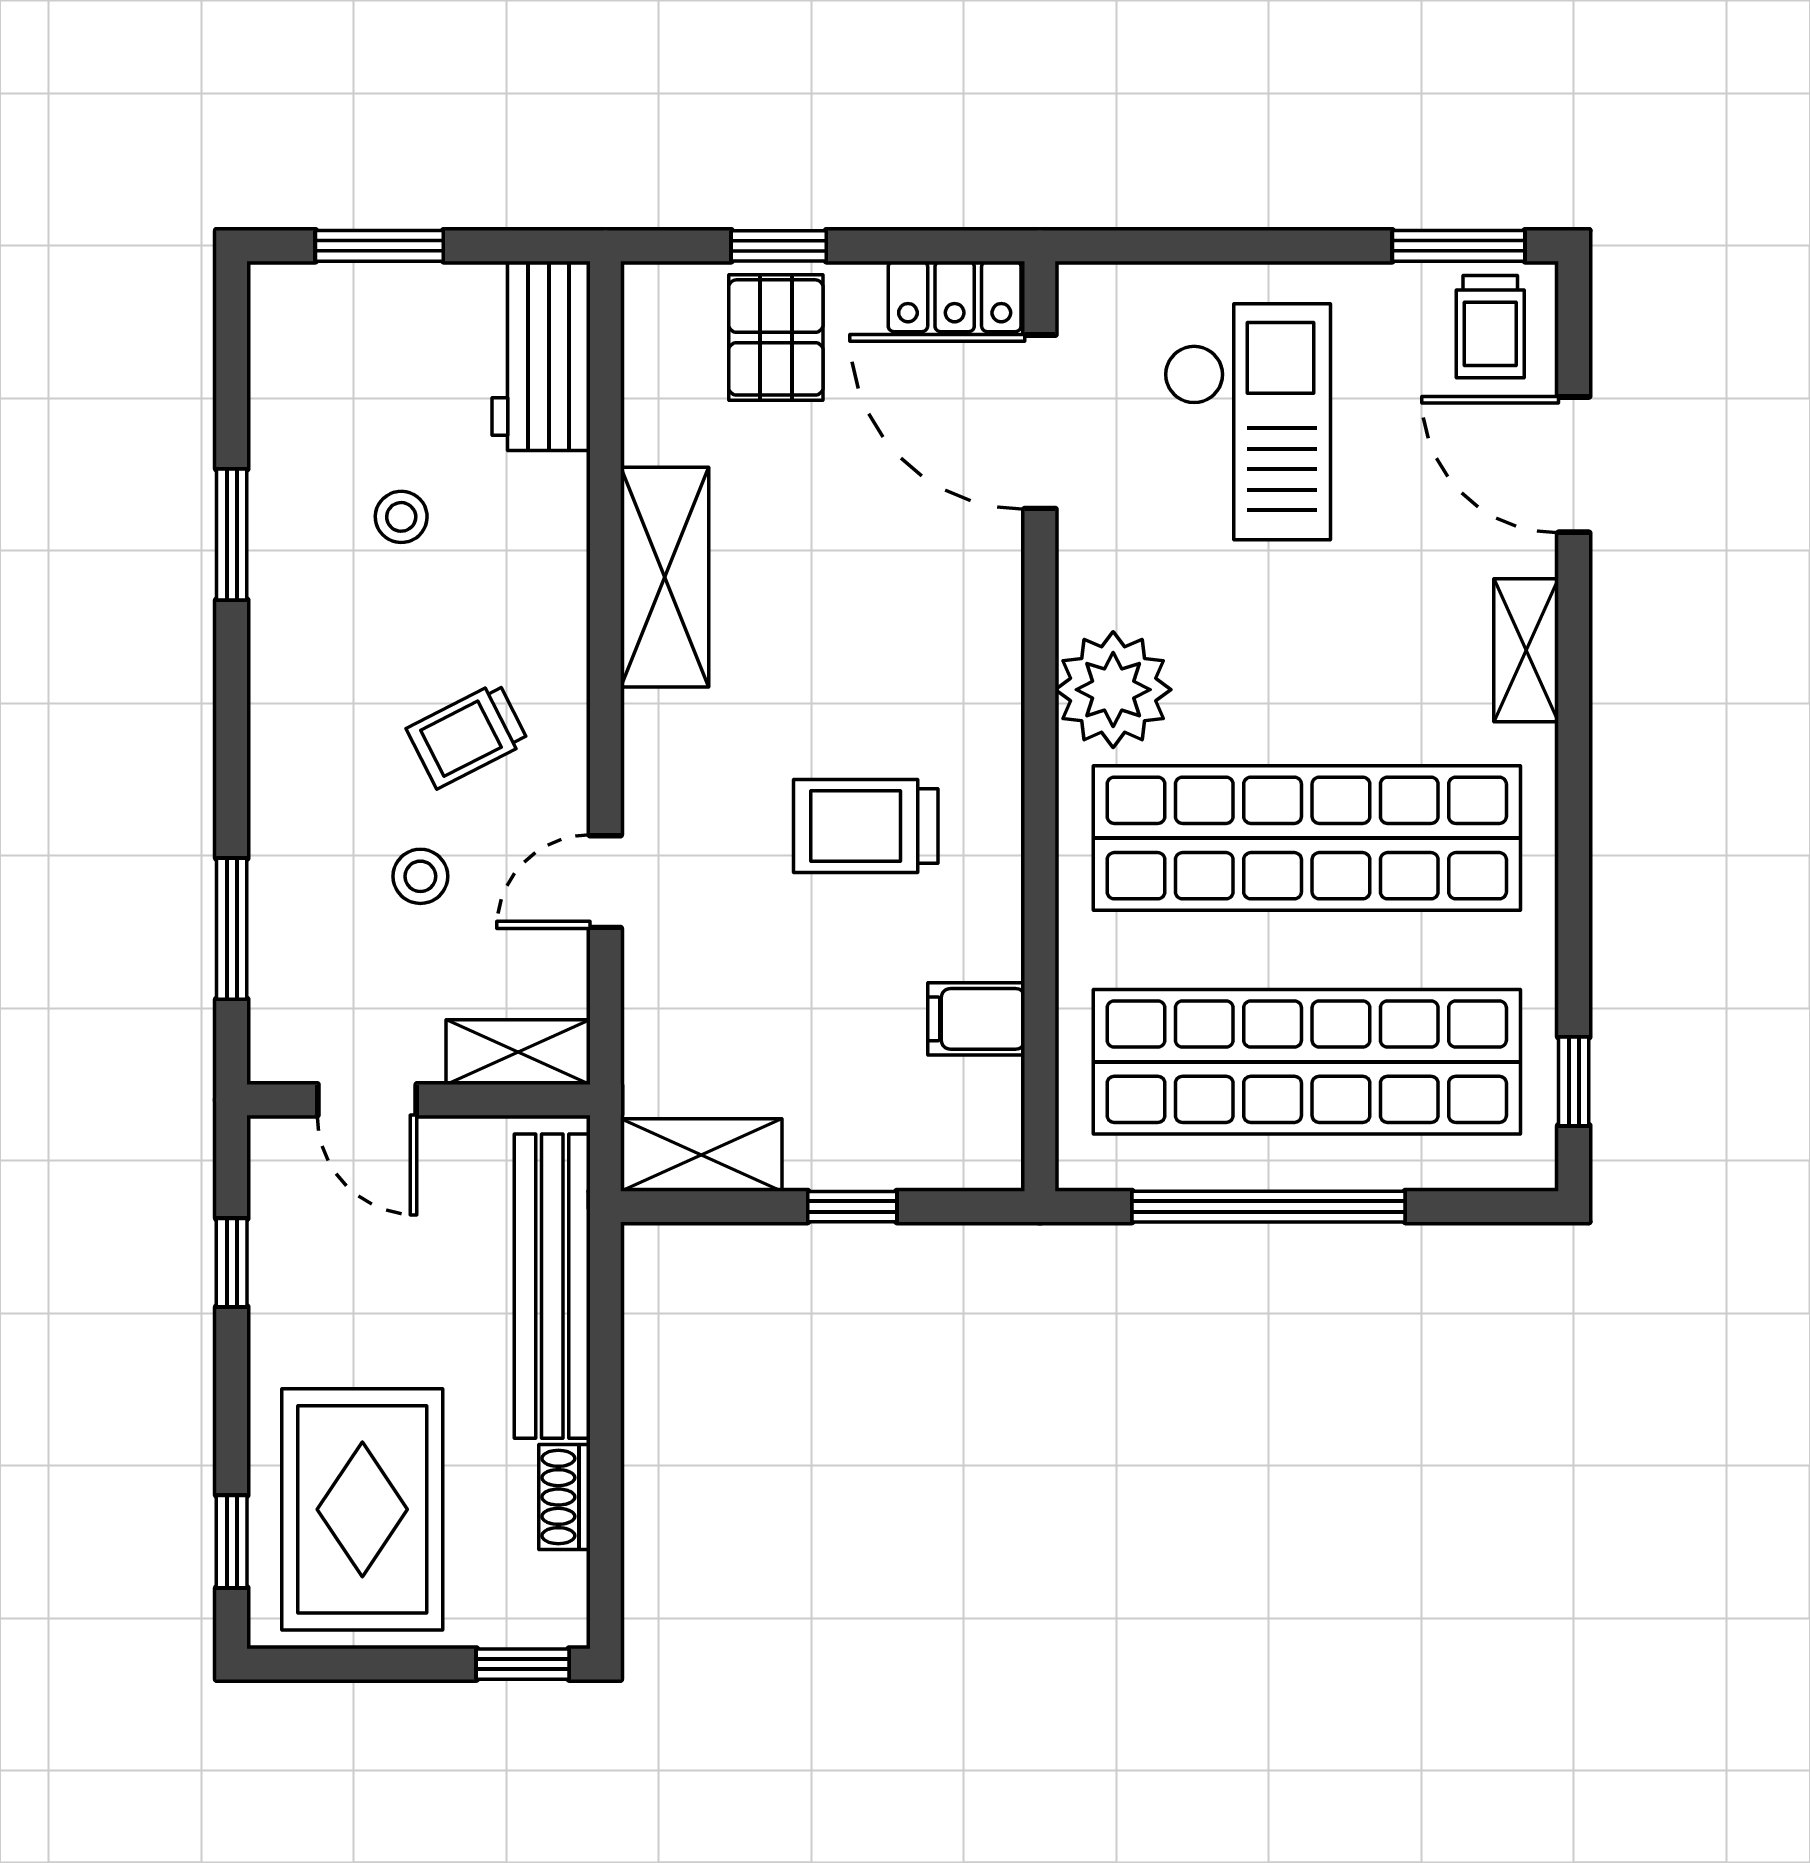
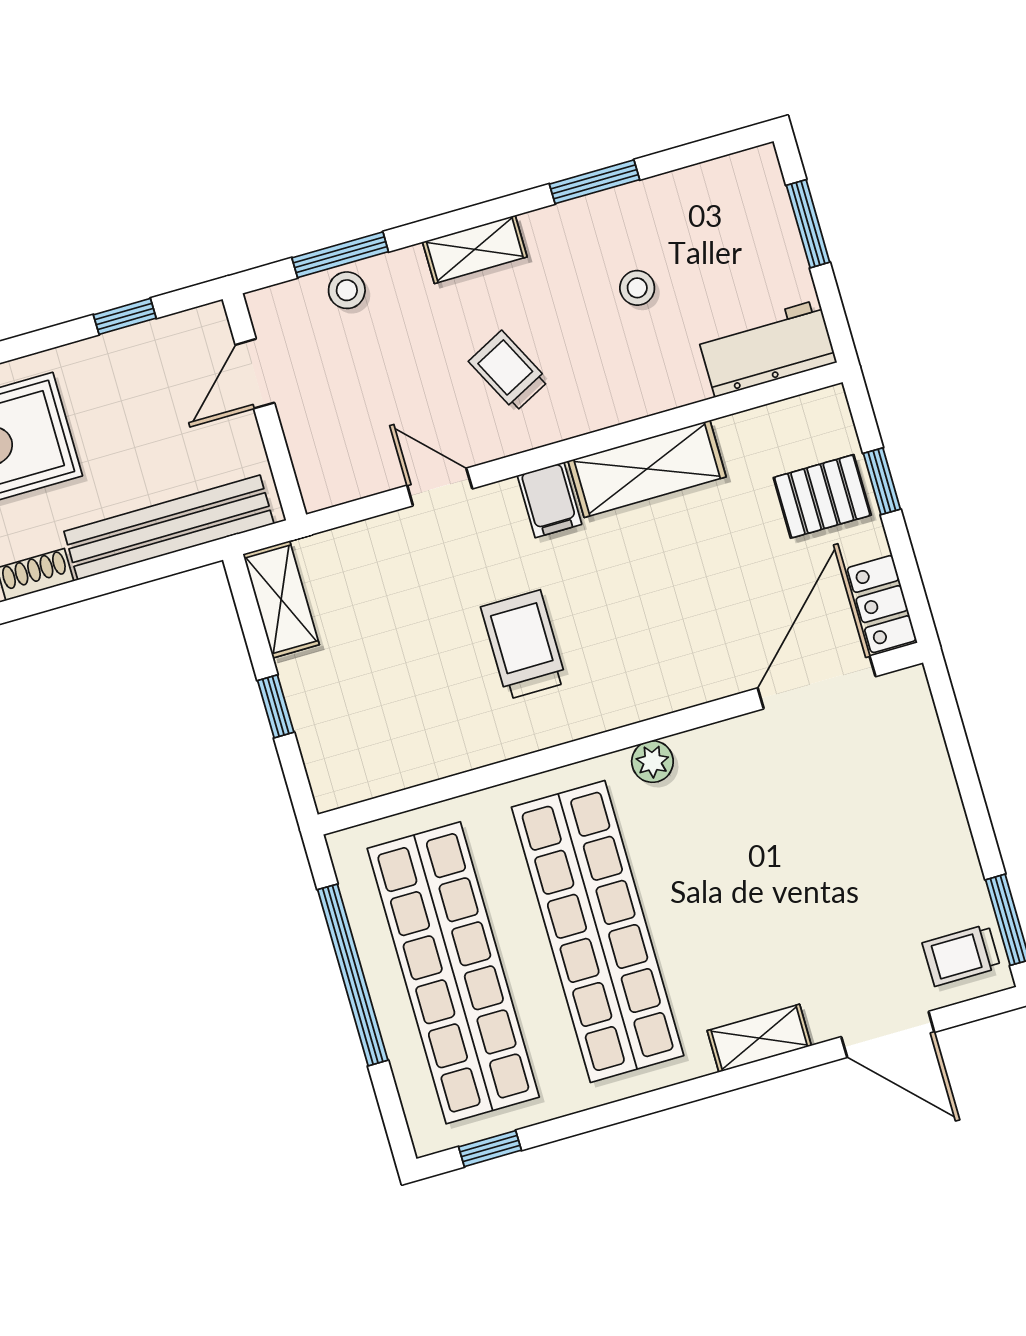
checkout: (1247, 422) -> (855, 816), removed
door: (1574, 465) -> (888, 1034), swing flipped
plant: (1113, 690) -> (652, 762), width x0.53, depth x0.53
stool: (420, 876) -> (347, 290), moved
filing cabinet: (976, 1019) -> (550, 500), moved, turned 180
shelving: (518, 1052) -> (475, 249), moved, turned 90

